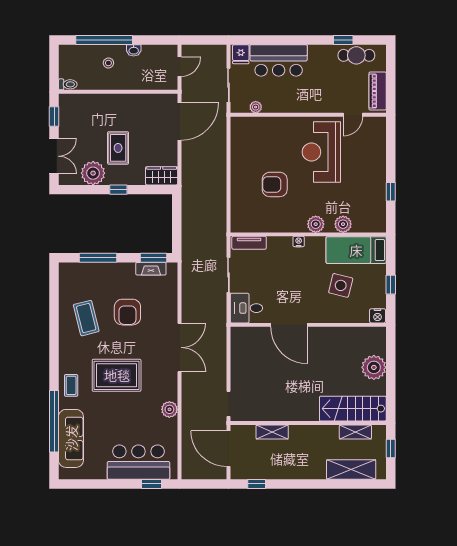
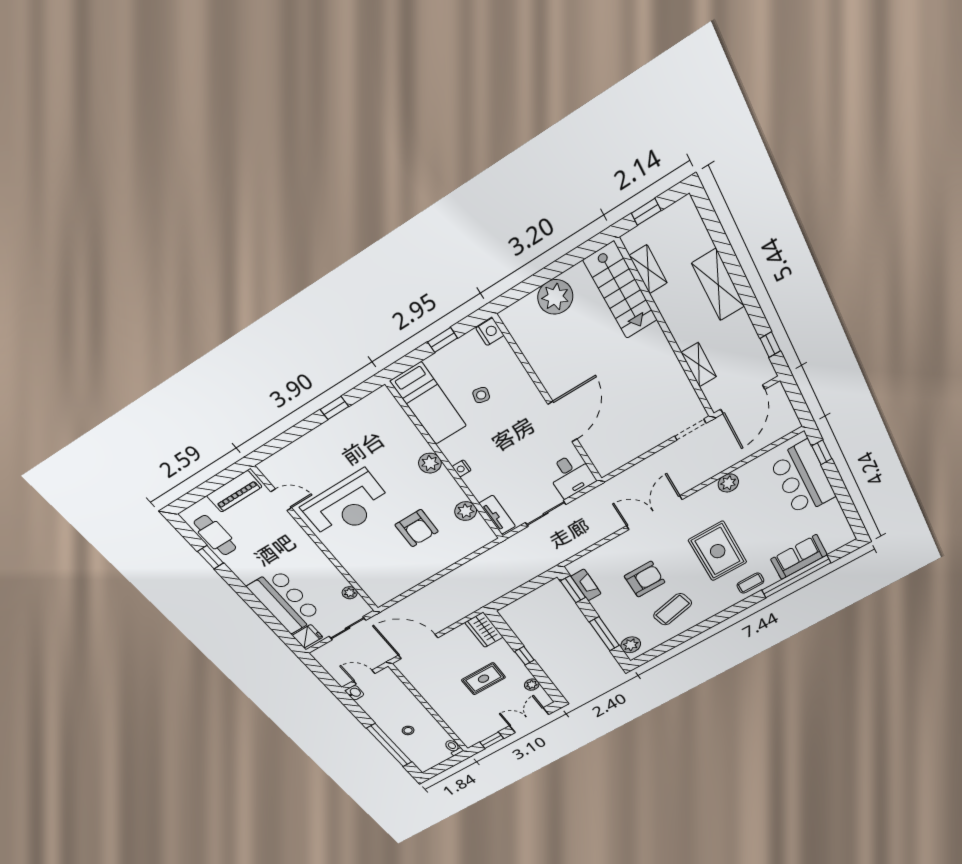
washbasin: (134, 50) -> (355, 693), moved
plant: (93, 173) -> (532, 685), width x0.53, depth x0.53
plant: (343, 224) -> (466, 511), moved
plant: (74, 271) -> (631, 645), added
side table: (341, 285) -> (481, 395), width x0.54, depth x0.54
sofa: (71, 438) -> (799, 557), width x0.73
shelving: (351, 470) -> (718, 285), moved

